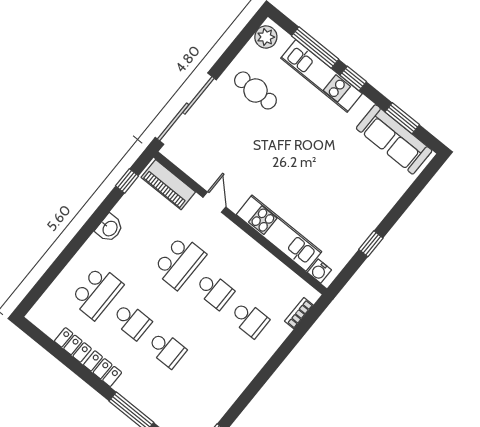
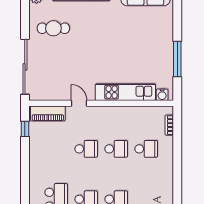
washbasin: (110, 228) -> (36, 161), removed
window: (371, 244) -> (177, 59), width x2.17
school desk: (179, 262) -> (86, 149), width x0.54

